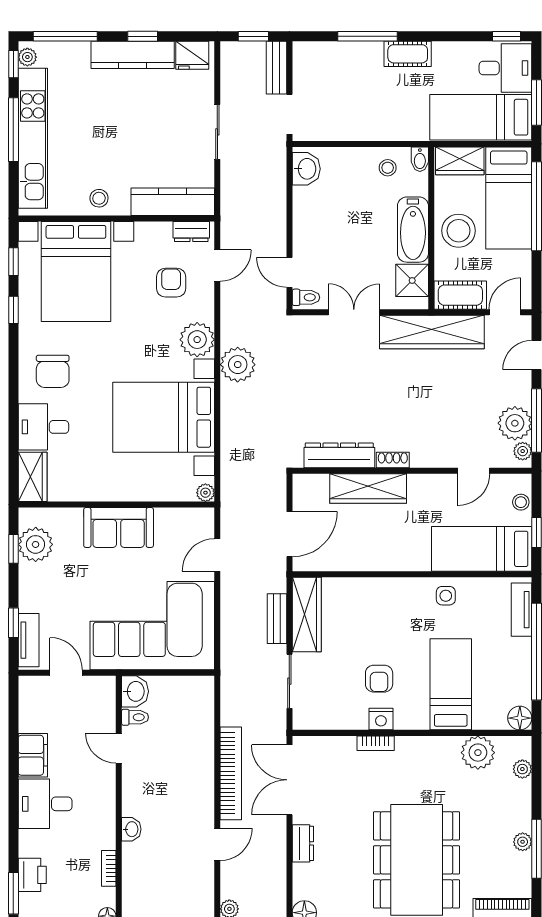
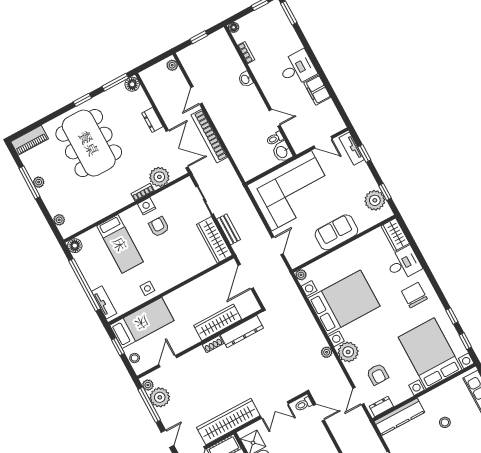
stool: (99, 198) -> (445, 422), moved
plant: (238, 365) -> (327, 352), width x0.53, depth x0.53
plant: (478, 753) -> (159, 177), moved
printer: (32, 875) -> (284, 28), removed

